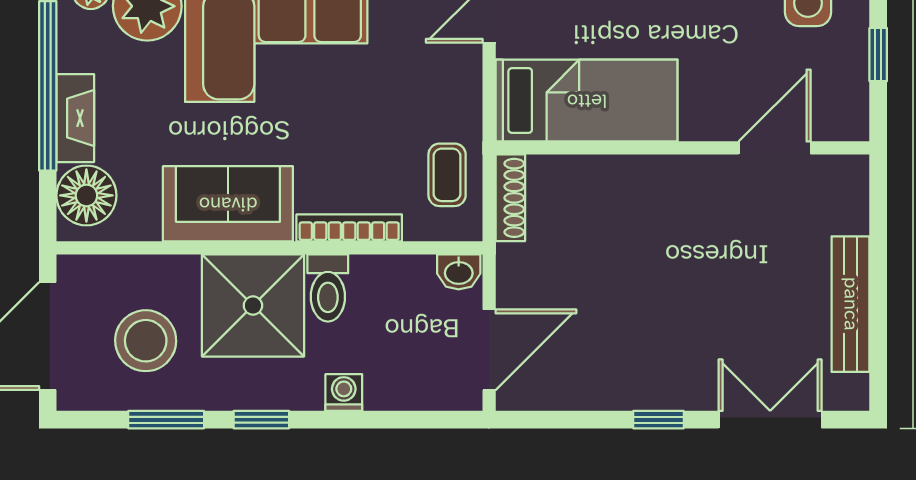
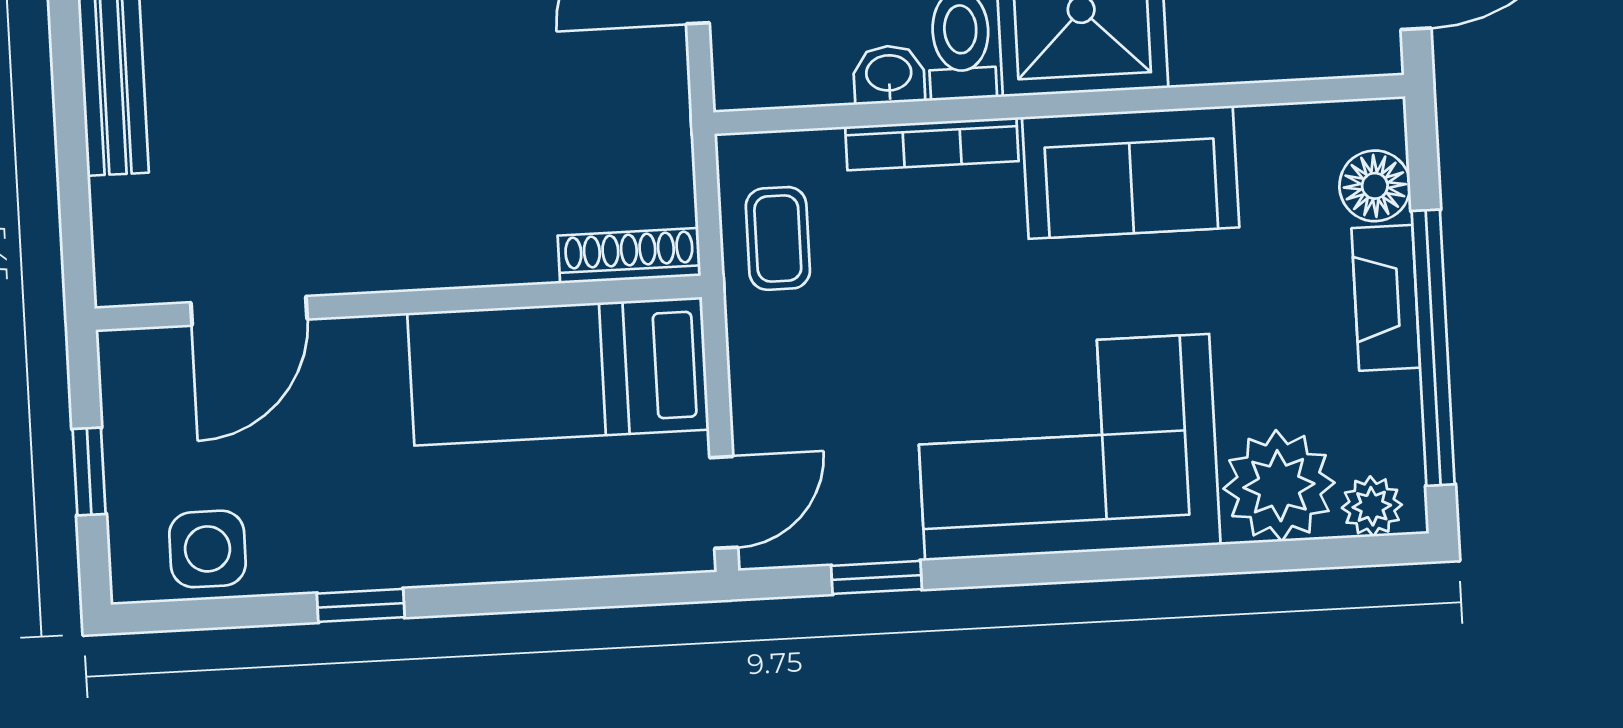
floor lamp: (86, 195) -> (1375, 186), width x0.73, depth x0.73
shoe rack: (510, 198) -> (629, 256), moved, turned 90
washbasin: (459, 272) -> (889, 75), moved

